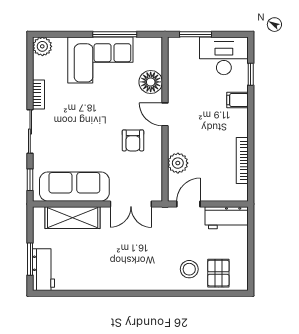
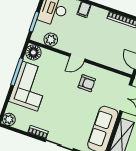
floor lamp: (151, 82) -> (33, 52), moved
plant: (178, 163) -> (51, 40), moved

